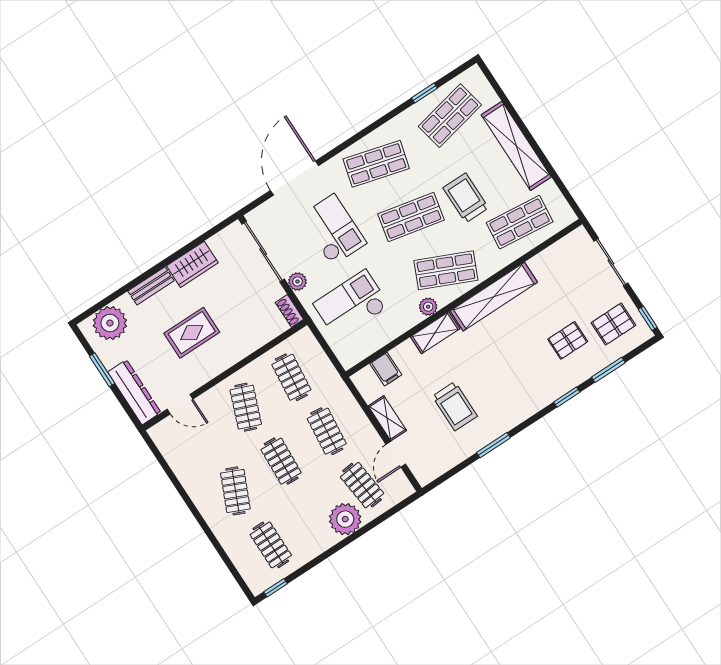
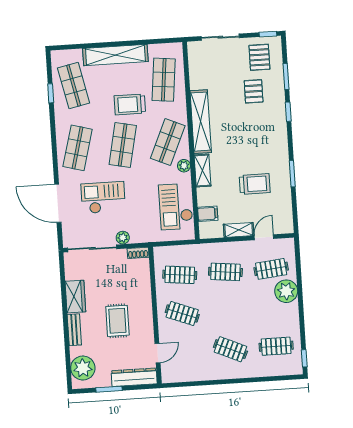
checkout: (351, 305) -> (176, 207), moved
door: (396, 454) -> (264, 237), swing flipped
clothes rail: (281, 461) -> (228, 311), removed

